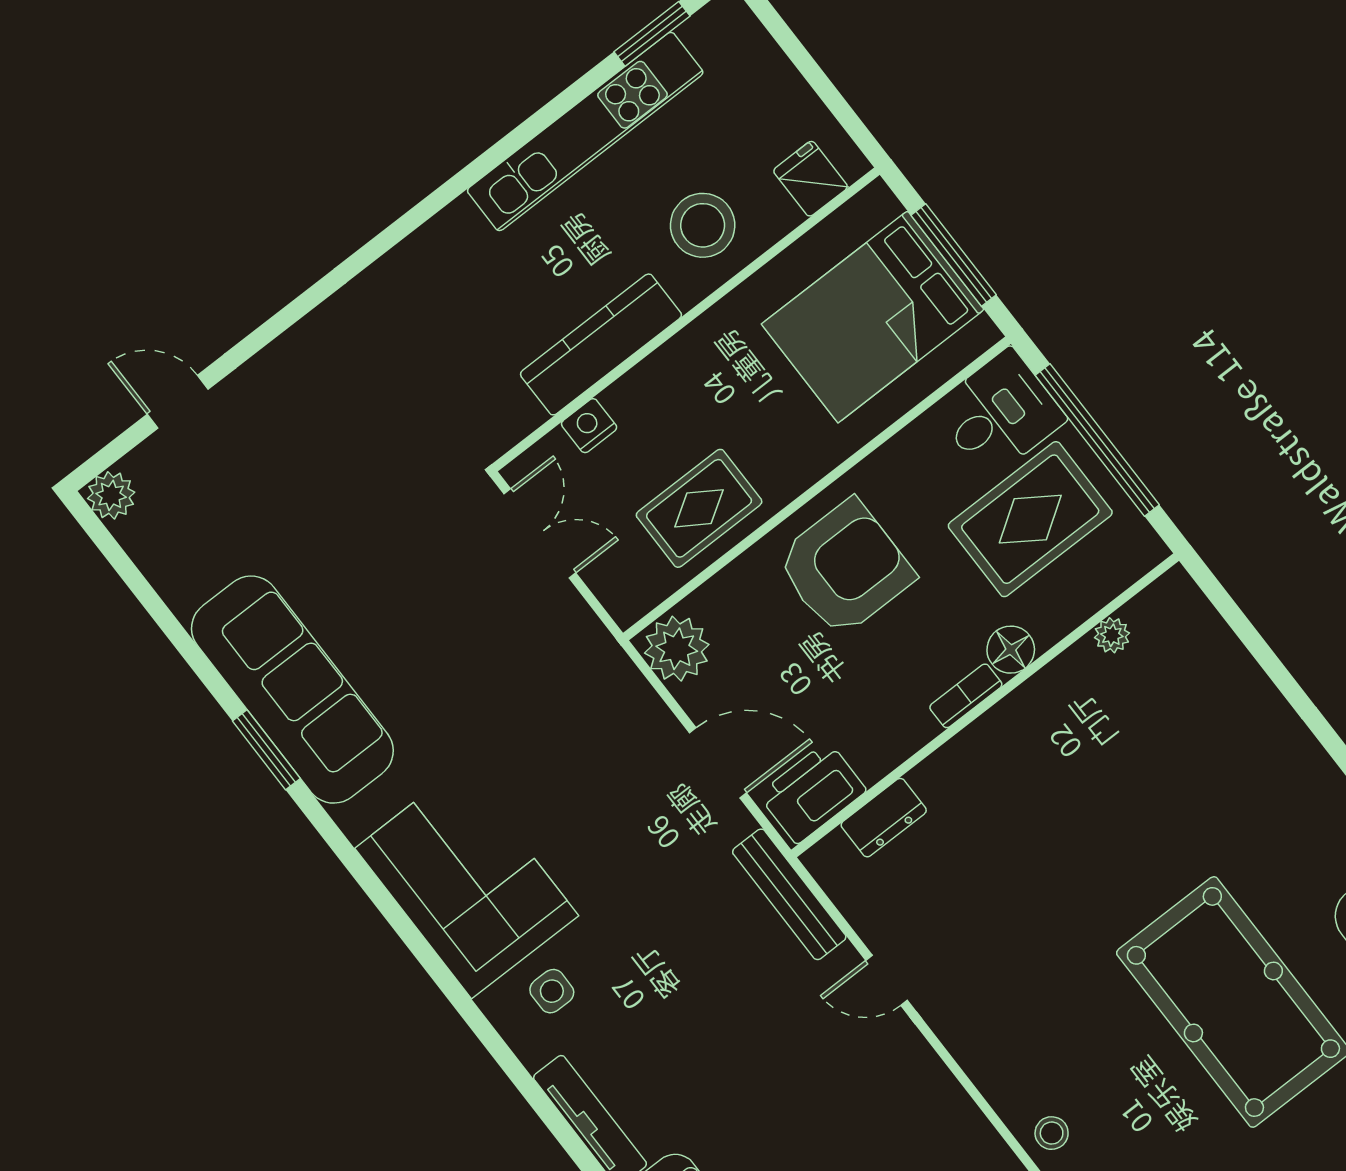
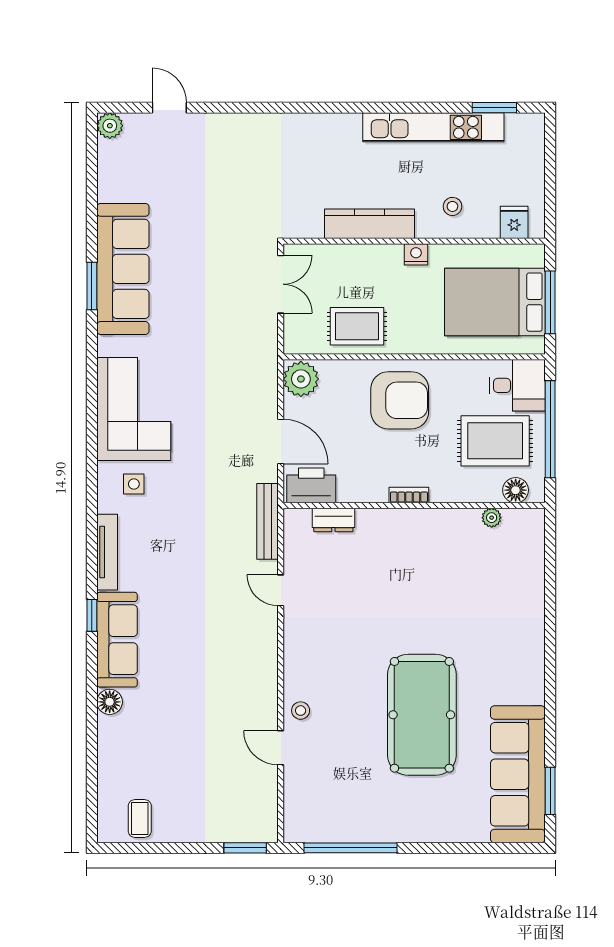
stool: (703, 225) -> (452, 206), width x0.53, depth x0.53
nightstand: (589, 426) -> (416, 254), moved
floor lamp: (1011, 650) -> (516, 490), moved

